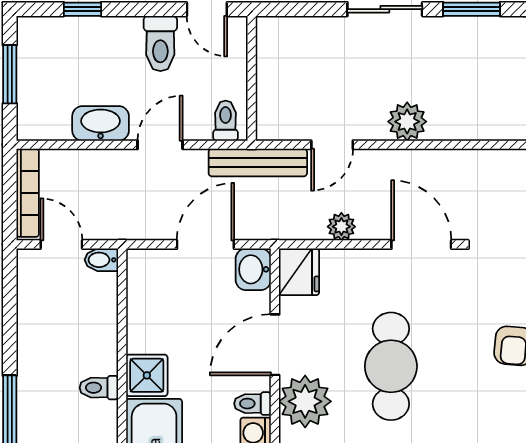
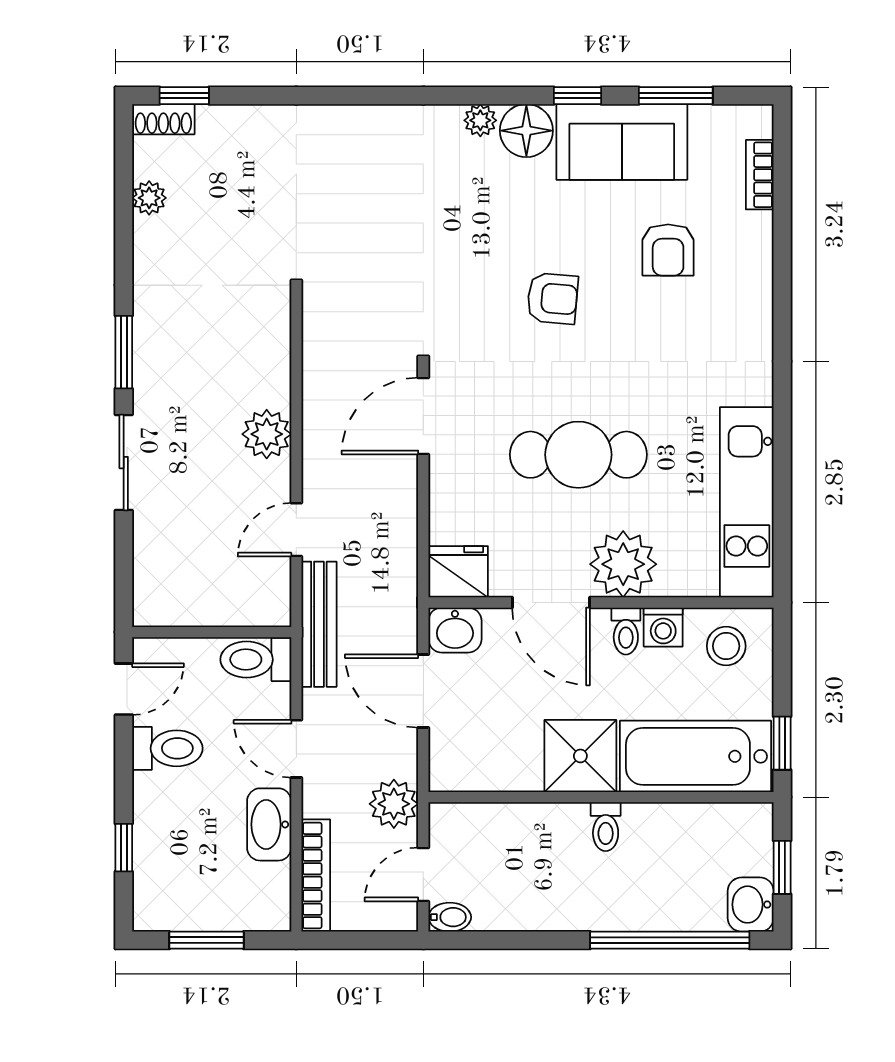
toilet: (226, 121) -> (256, 660), width x1.37, depth x1.39
door: (332, 145) -> (296, 530), swing flipped
bookcase: (28, 193) -> (316, 876), moved, turned 90
plant: (341, 227) -> (394, 804), moved, width x1.38, depth x1.38
bidet: (101, 260) -> (450, 917), moved, turned -90
shower: (147, 375) -> (580, 756), width x1.36, depth x1.36

